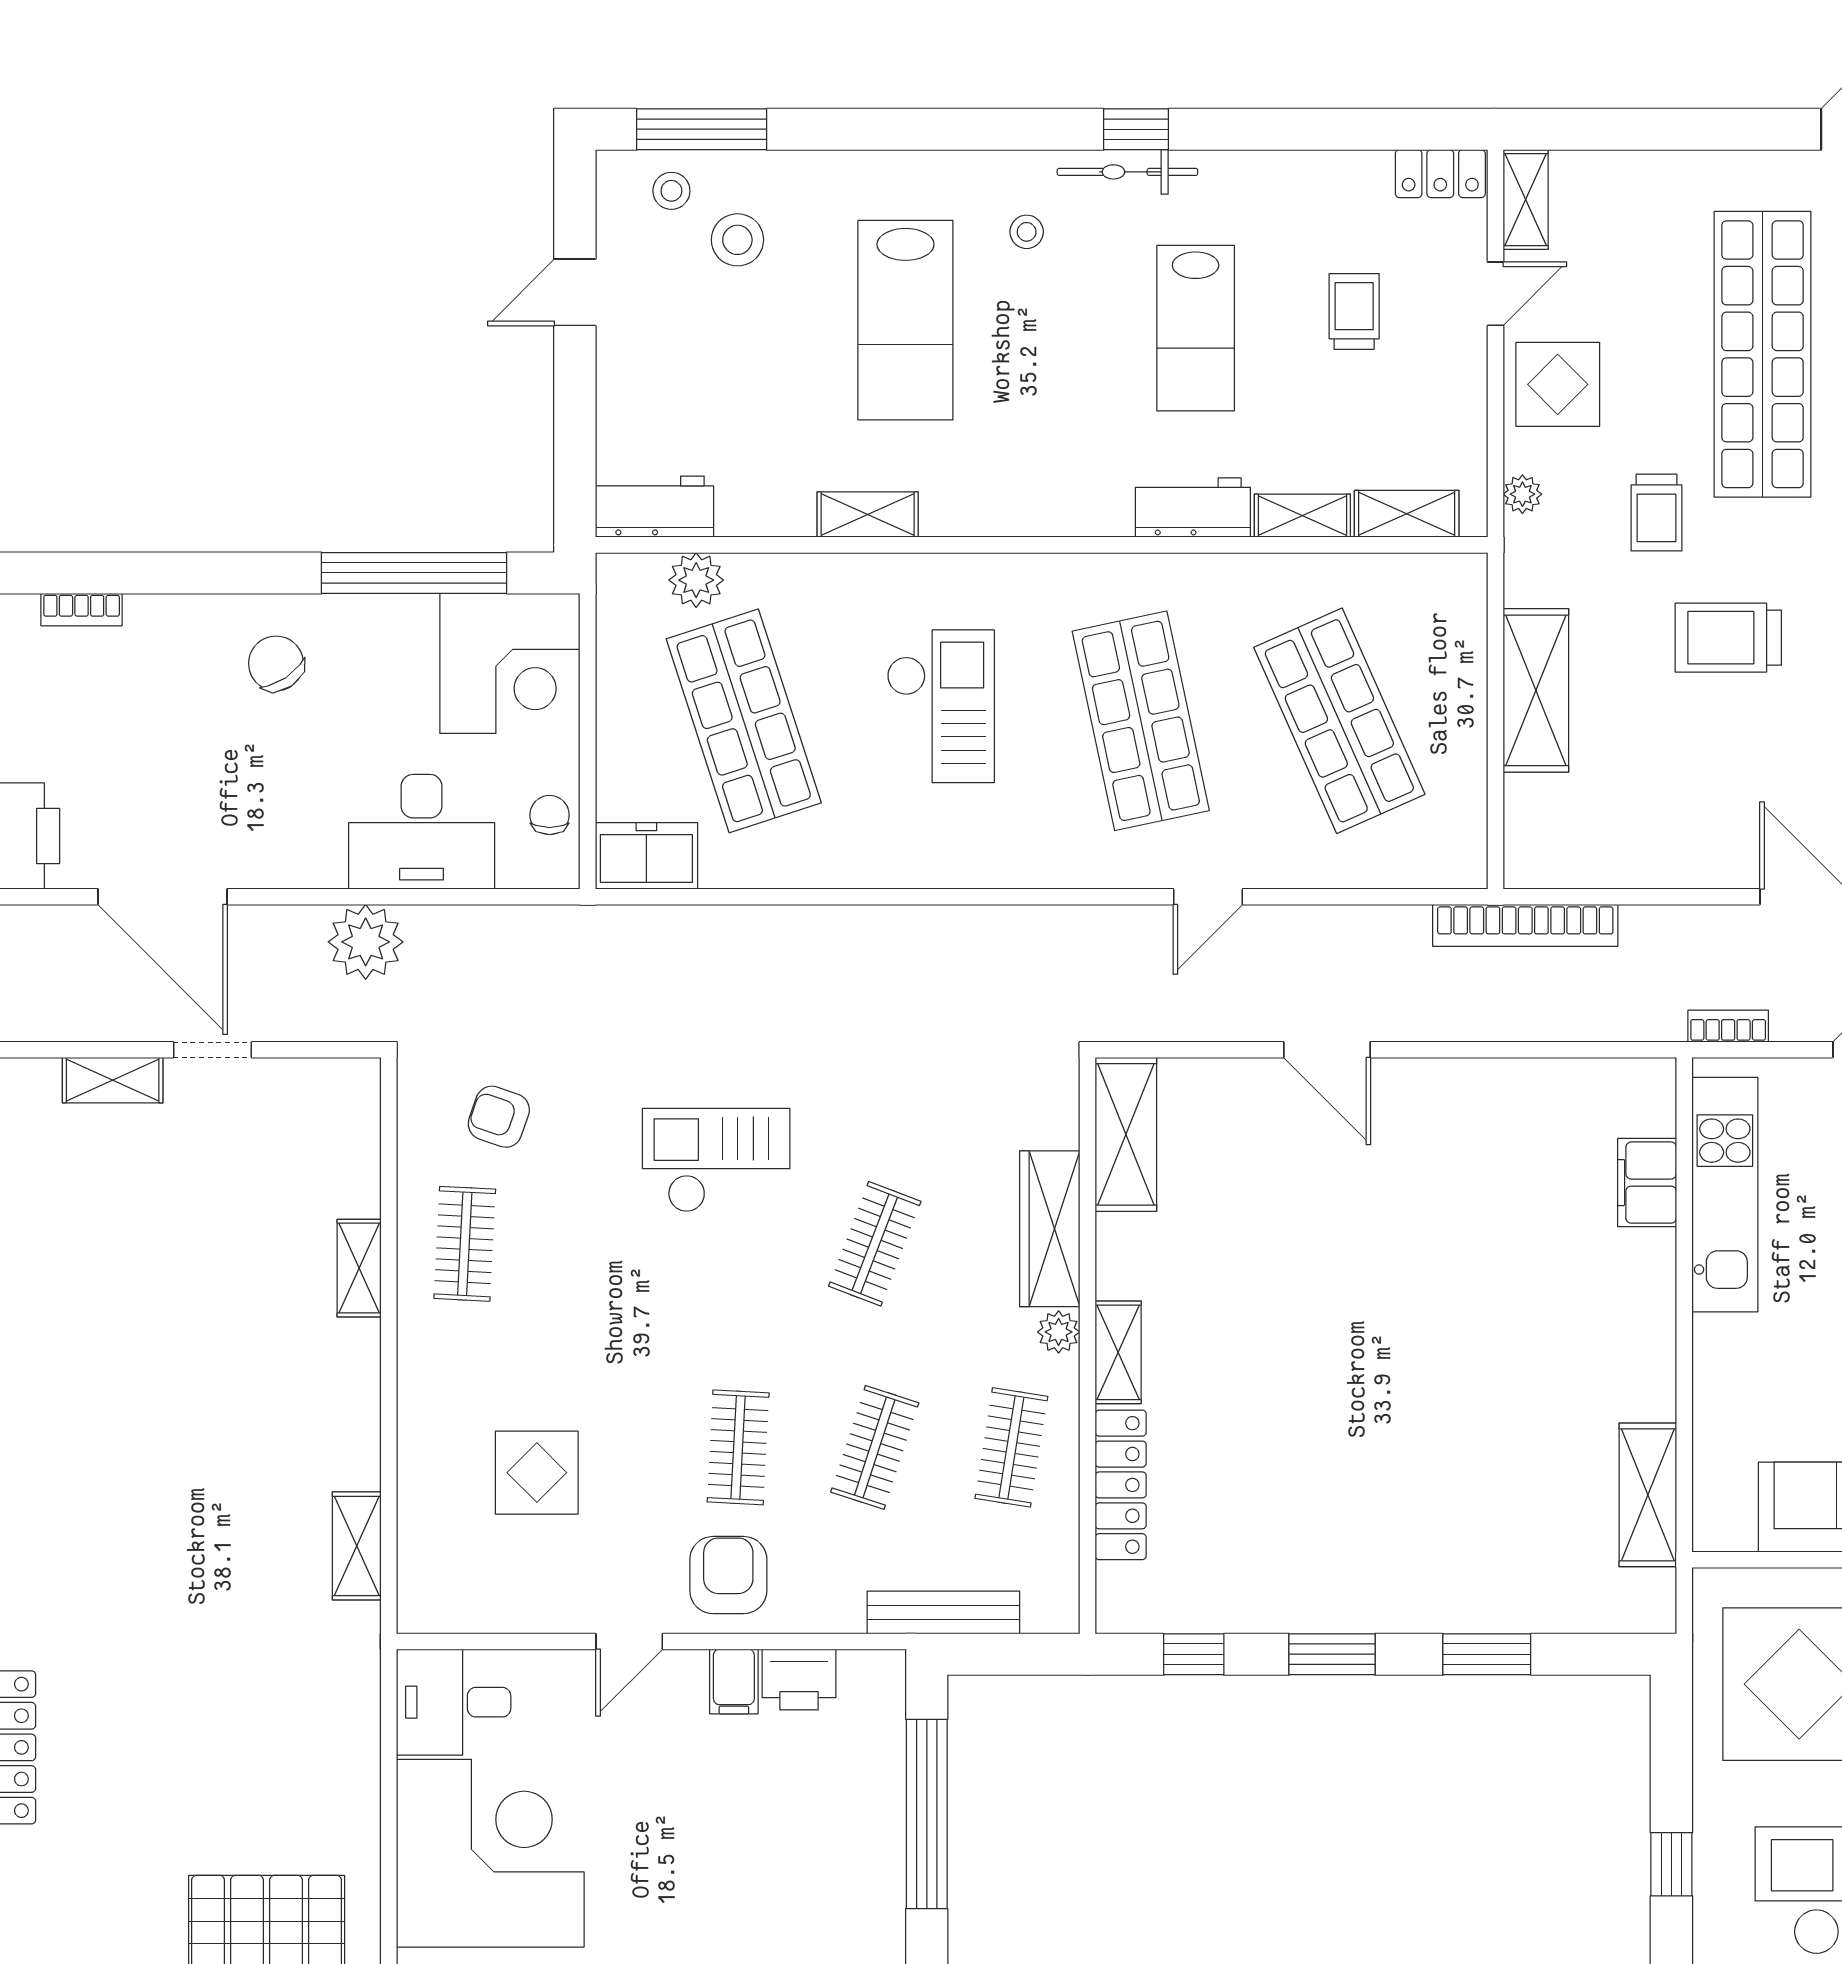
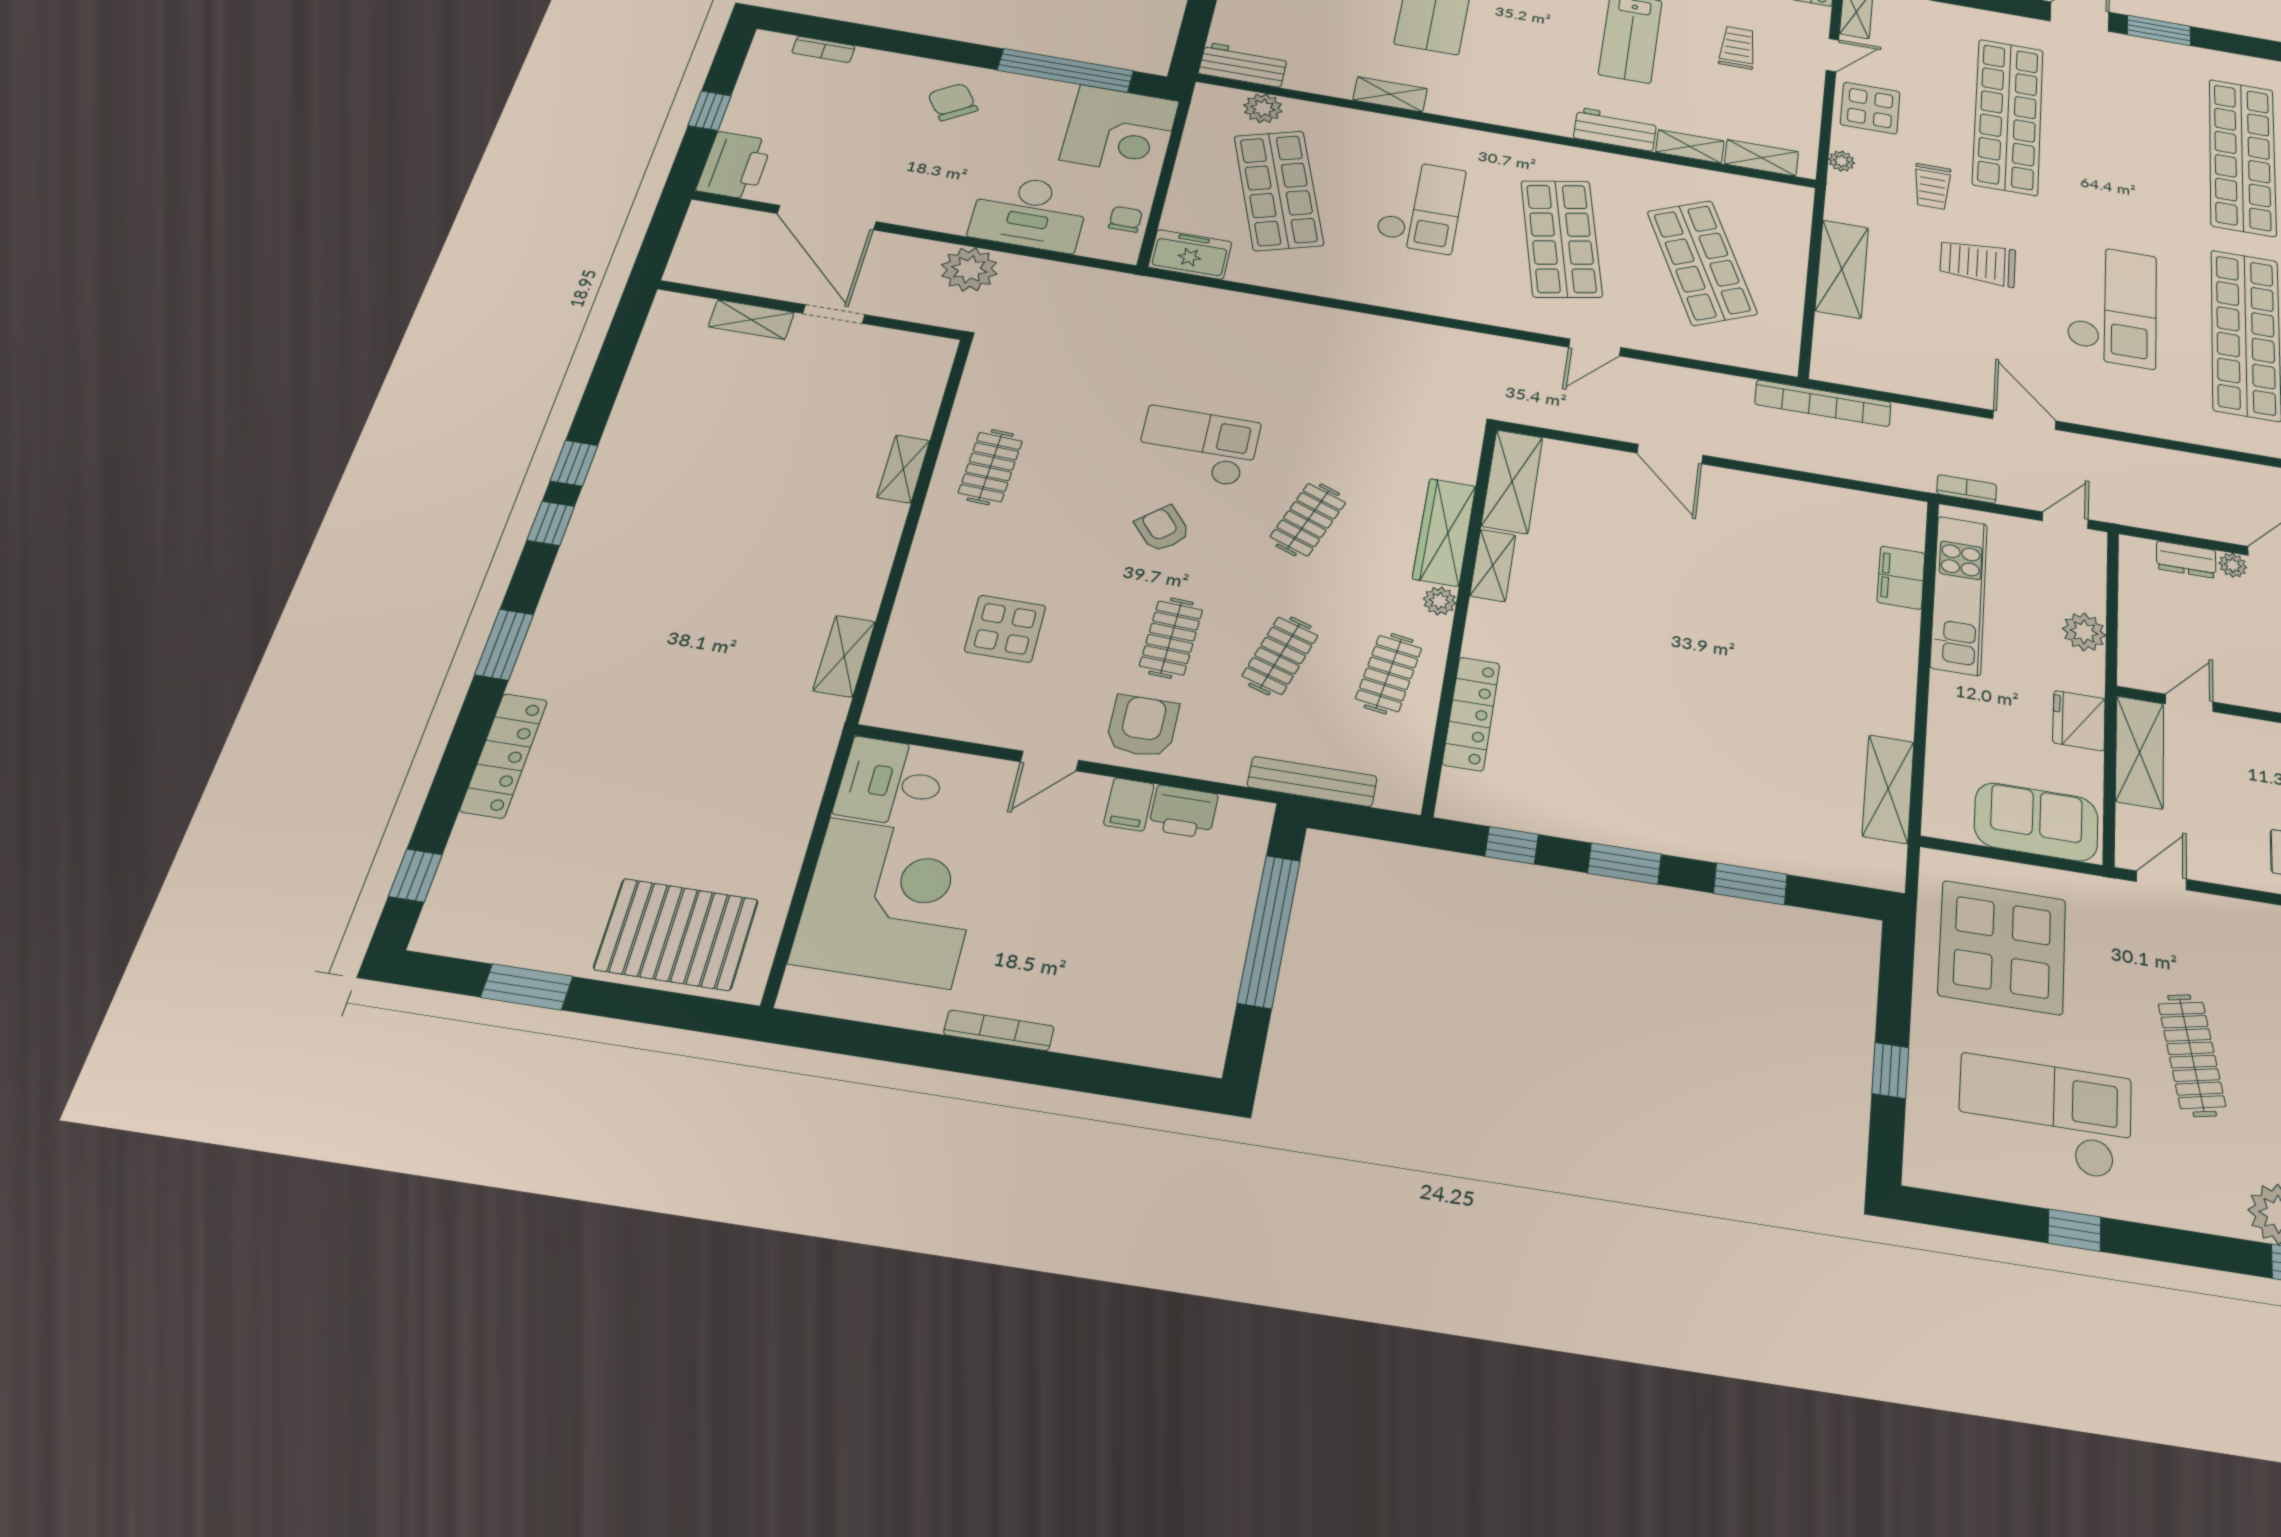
armchair: (499, 1117) -> (1163, 529), moved, turned 31
shelving: (1118, 1352) -> (1493, 565), moved

